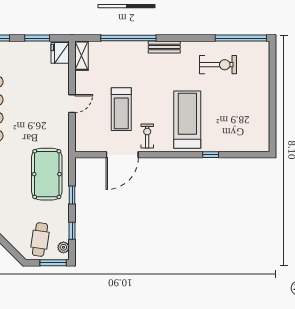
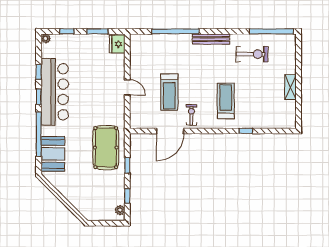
bench: (164, 47) -> (211, 39), width x1.36
shelving: (81, 56) -> (290, 87), moved
door: (72, 104) -> (127, 87), hinge flipped
treadmill: (187, 120) -> (226, 101), width x0.73, depth x0.73
cafe table: (40, 240) -> (100, 203), removed
window: (53, 263) -> (111, 223), removed

